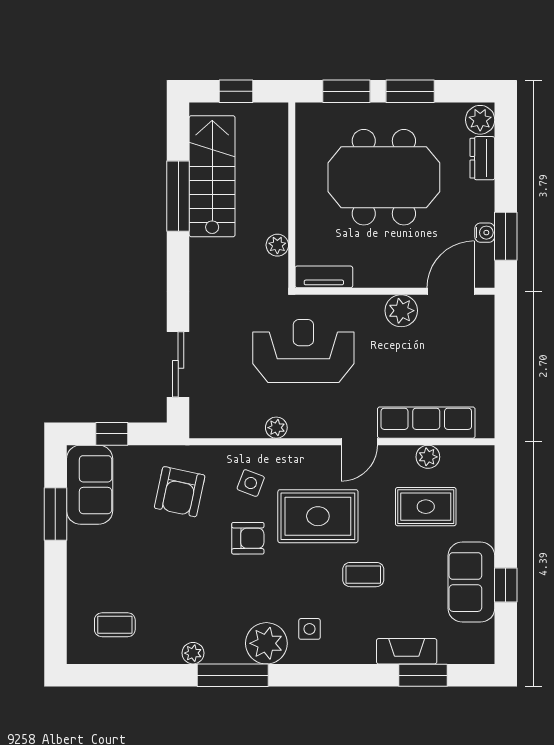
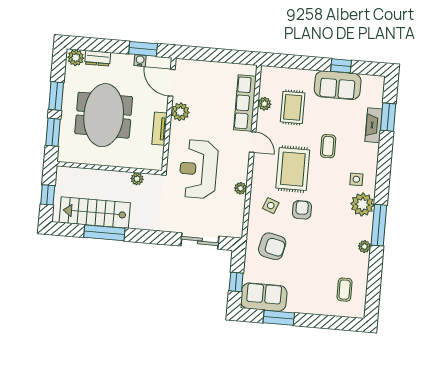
tv unit: (324, 277) -> (159, 129), moved

